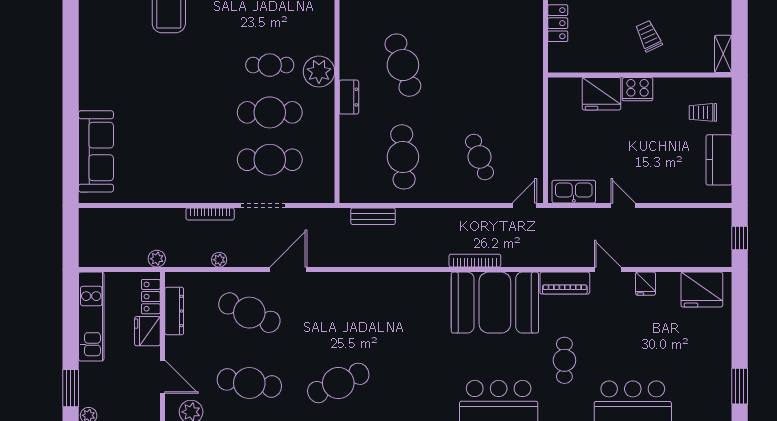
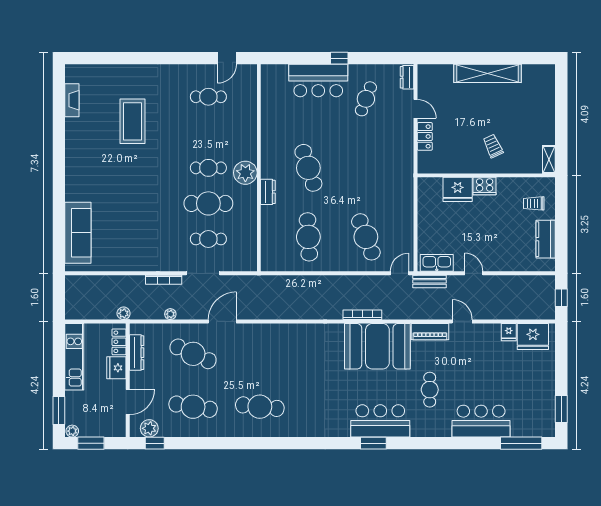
cafe table: (479, 157) -> (366, 237), width x1.37, depth x1.35
cafe table: (270, 160) -> (208, 239), width x0.73, depth x0.74
bench: (373, 216) -> (430, 281), moved
fridge: (646, 284) -> (509, 332), moved
door: (162, 377) -> (128, 402), hinge flipped
cafe table: (338, 383) -> (260, 407), turned 30

